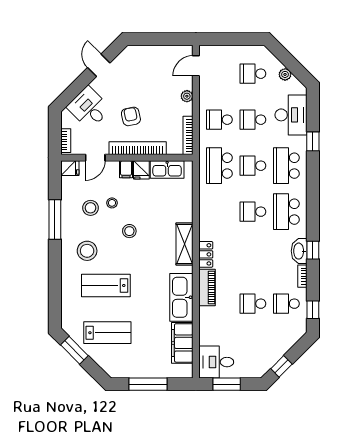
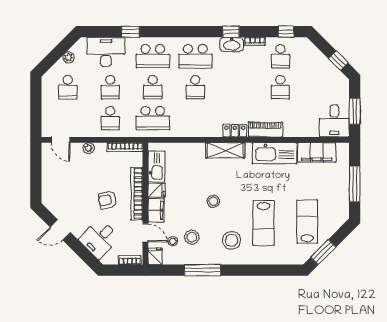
filing cabinet: (126, 169) -> (156, 210), width x2.00
stool: (112, 203) -> (173, 241), moved

